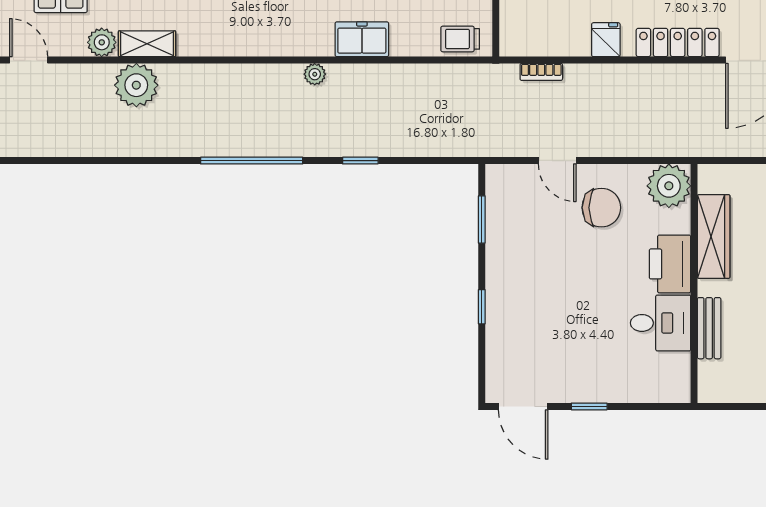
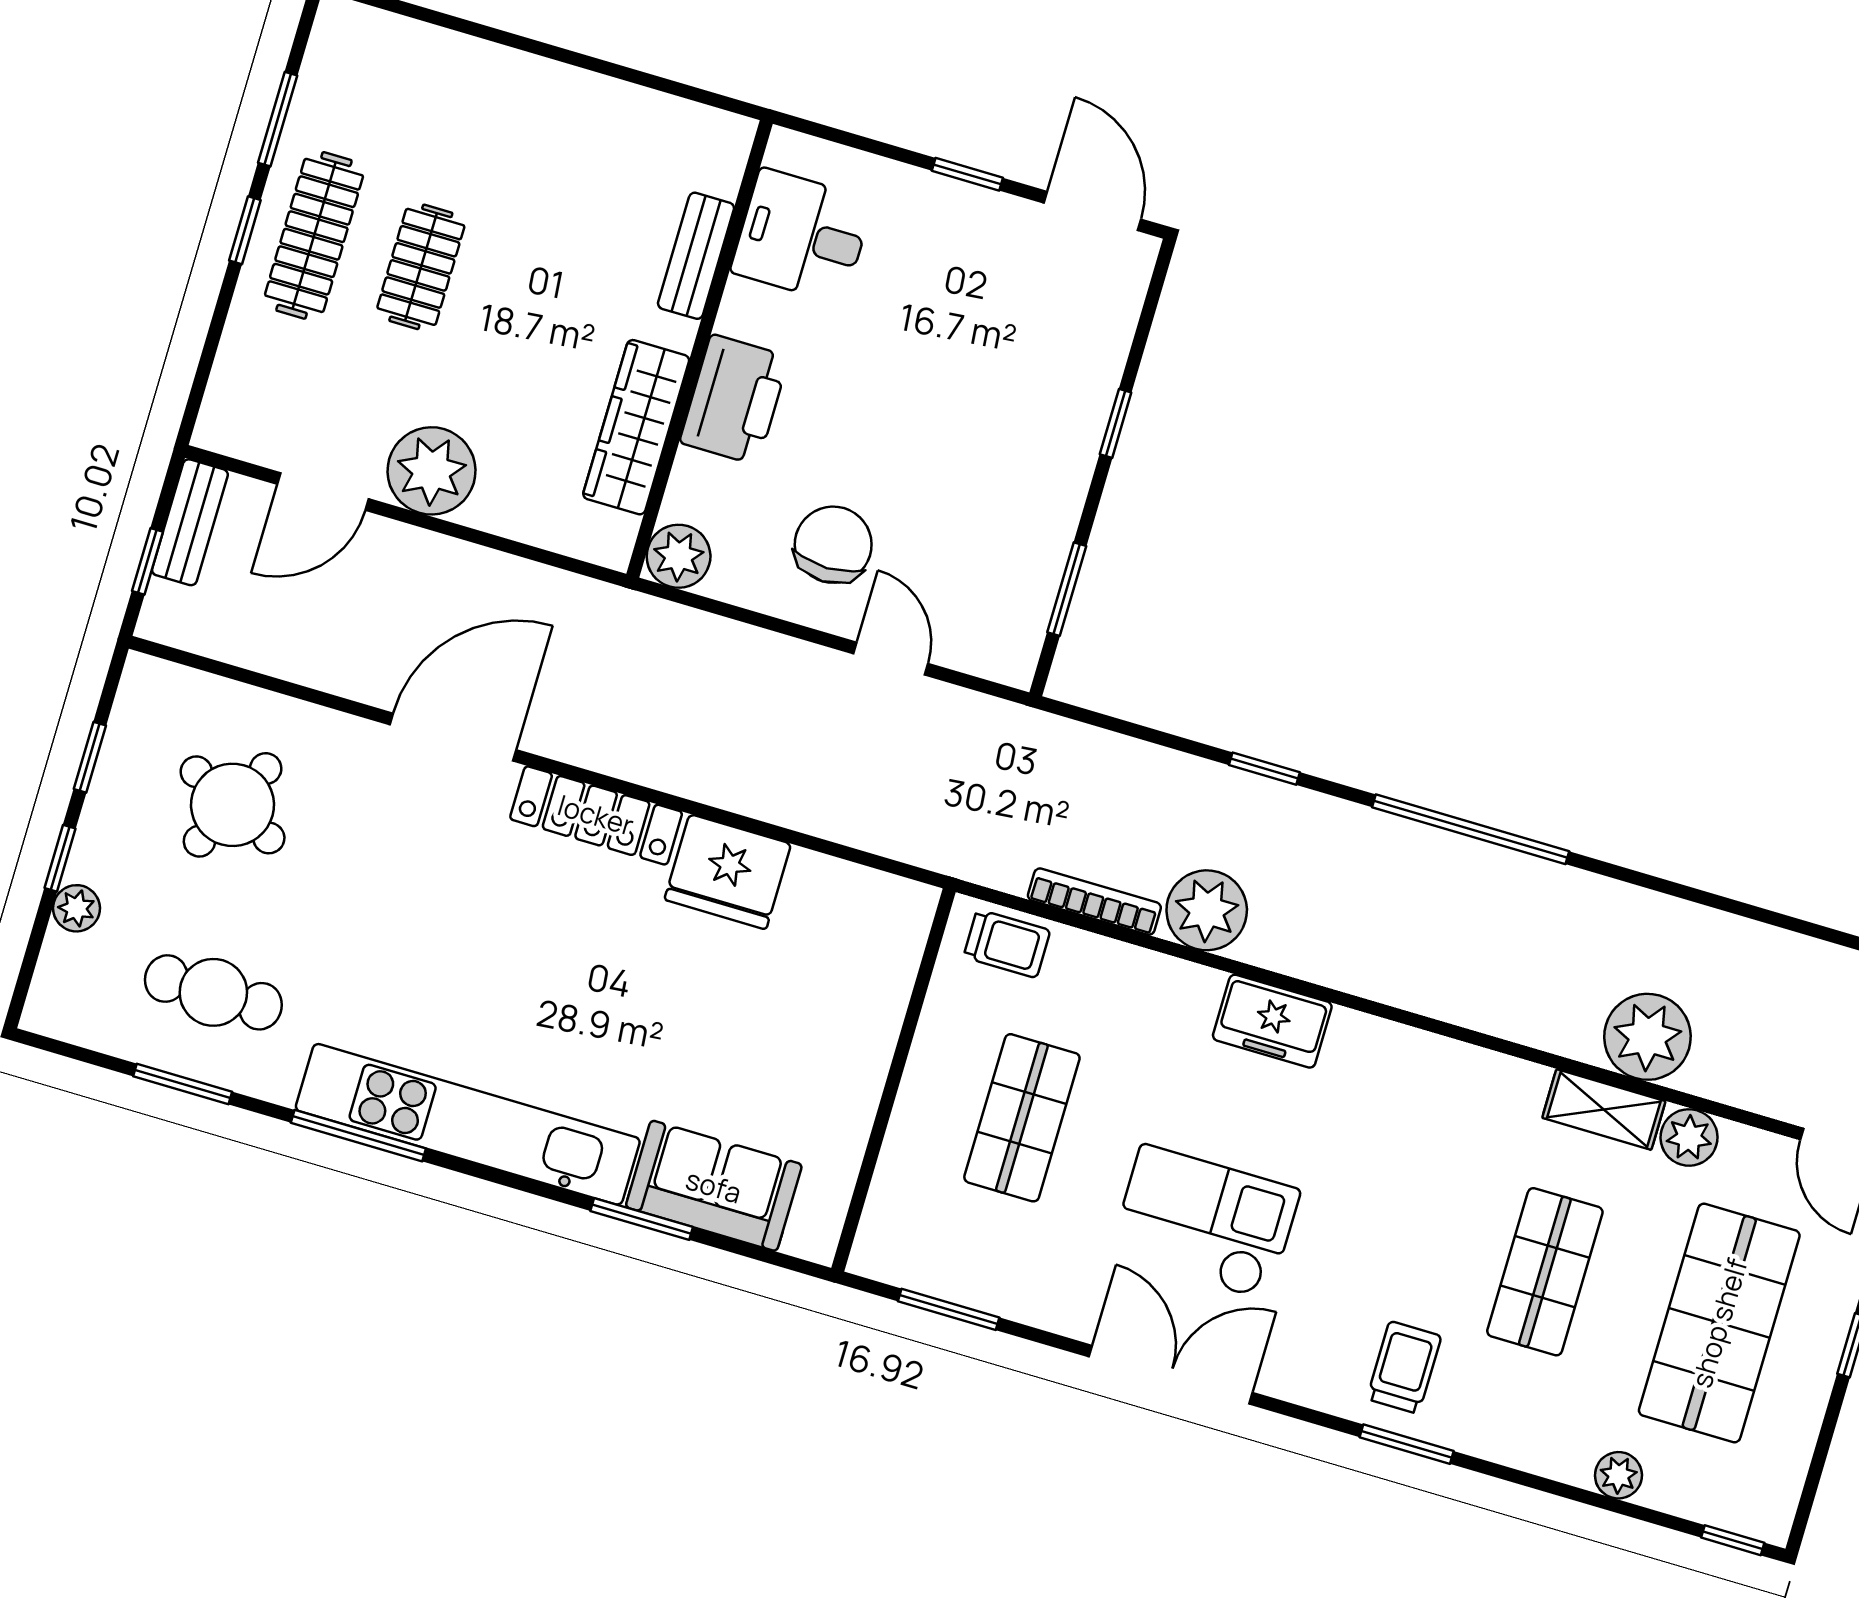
freezer: (362, 39) -> (1272, 1021), moved
fridge: (606, 40) -> (728, 872), width x1.88, depth x1.34
bookcase: (541, 72) -> (1094, 902), moved, width x1.56
plant: (315, 74) -> (1207, 910), moved, width x1.88, depth x1.88
plant: (669, 186) -> (679, 556), width x0.73, depth x0.73
chair: (601, 208) -> (833, 545), turned 90
desk: (661, 323) -> (802, 236), moved

